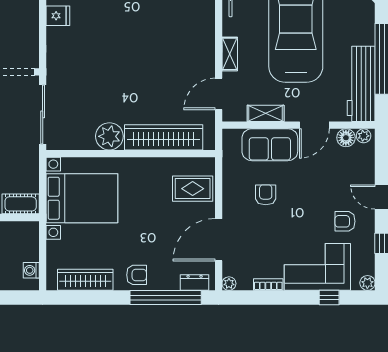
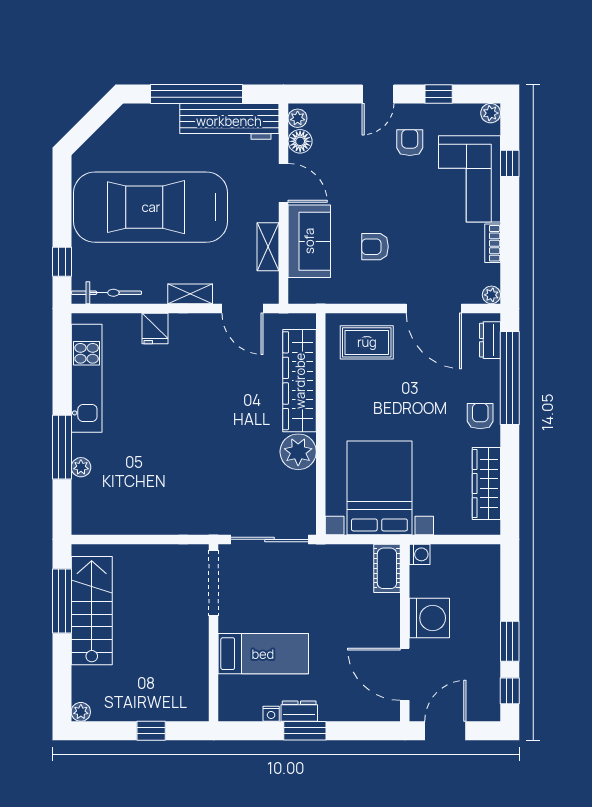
fridge: (58, 16) -> (155, 329), moved, turned 180
rug: (193, 189) -> (367, 342), turned 90
armchair: (345, 221) -> (410, 143), turned 180
washing machine: (31, 270) -> (420, 554), moved, turned -90

